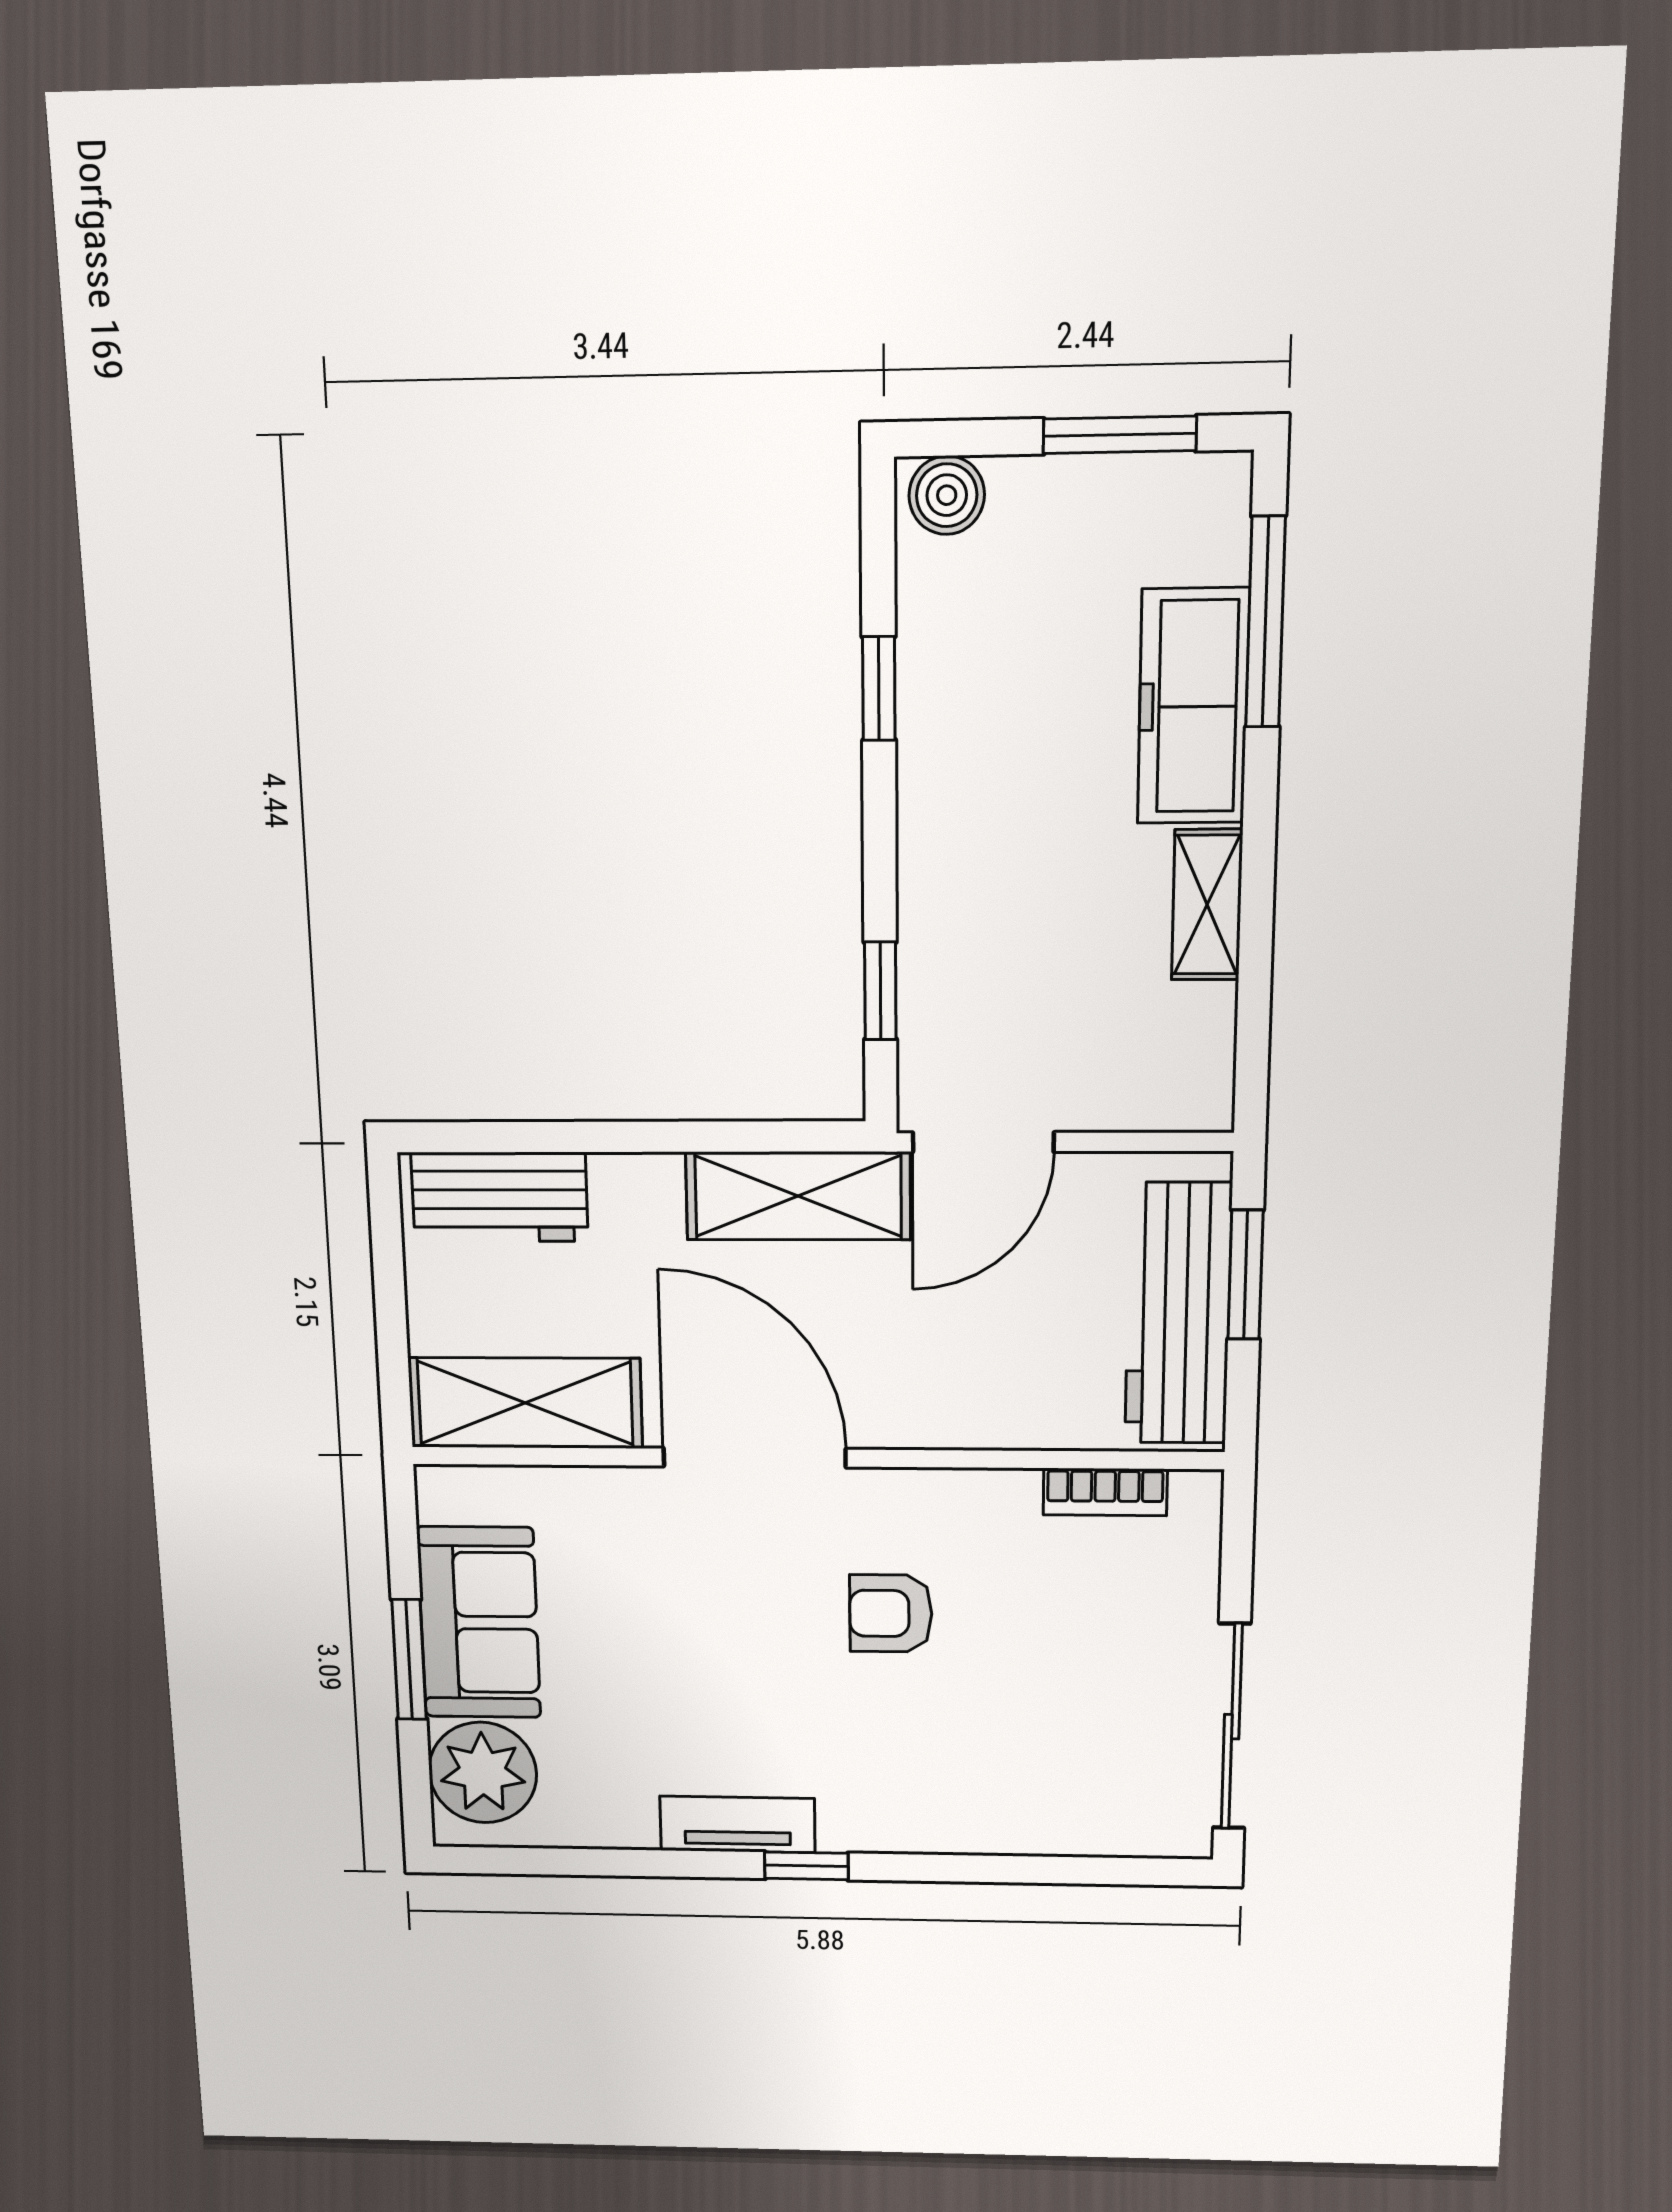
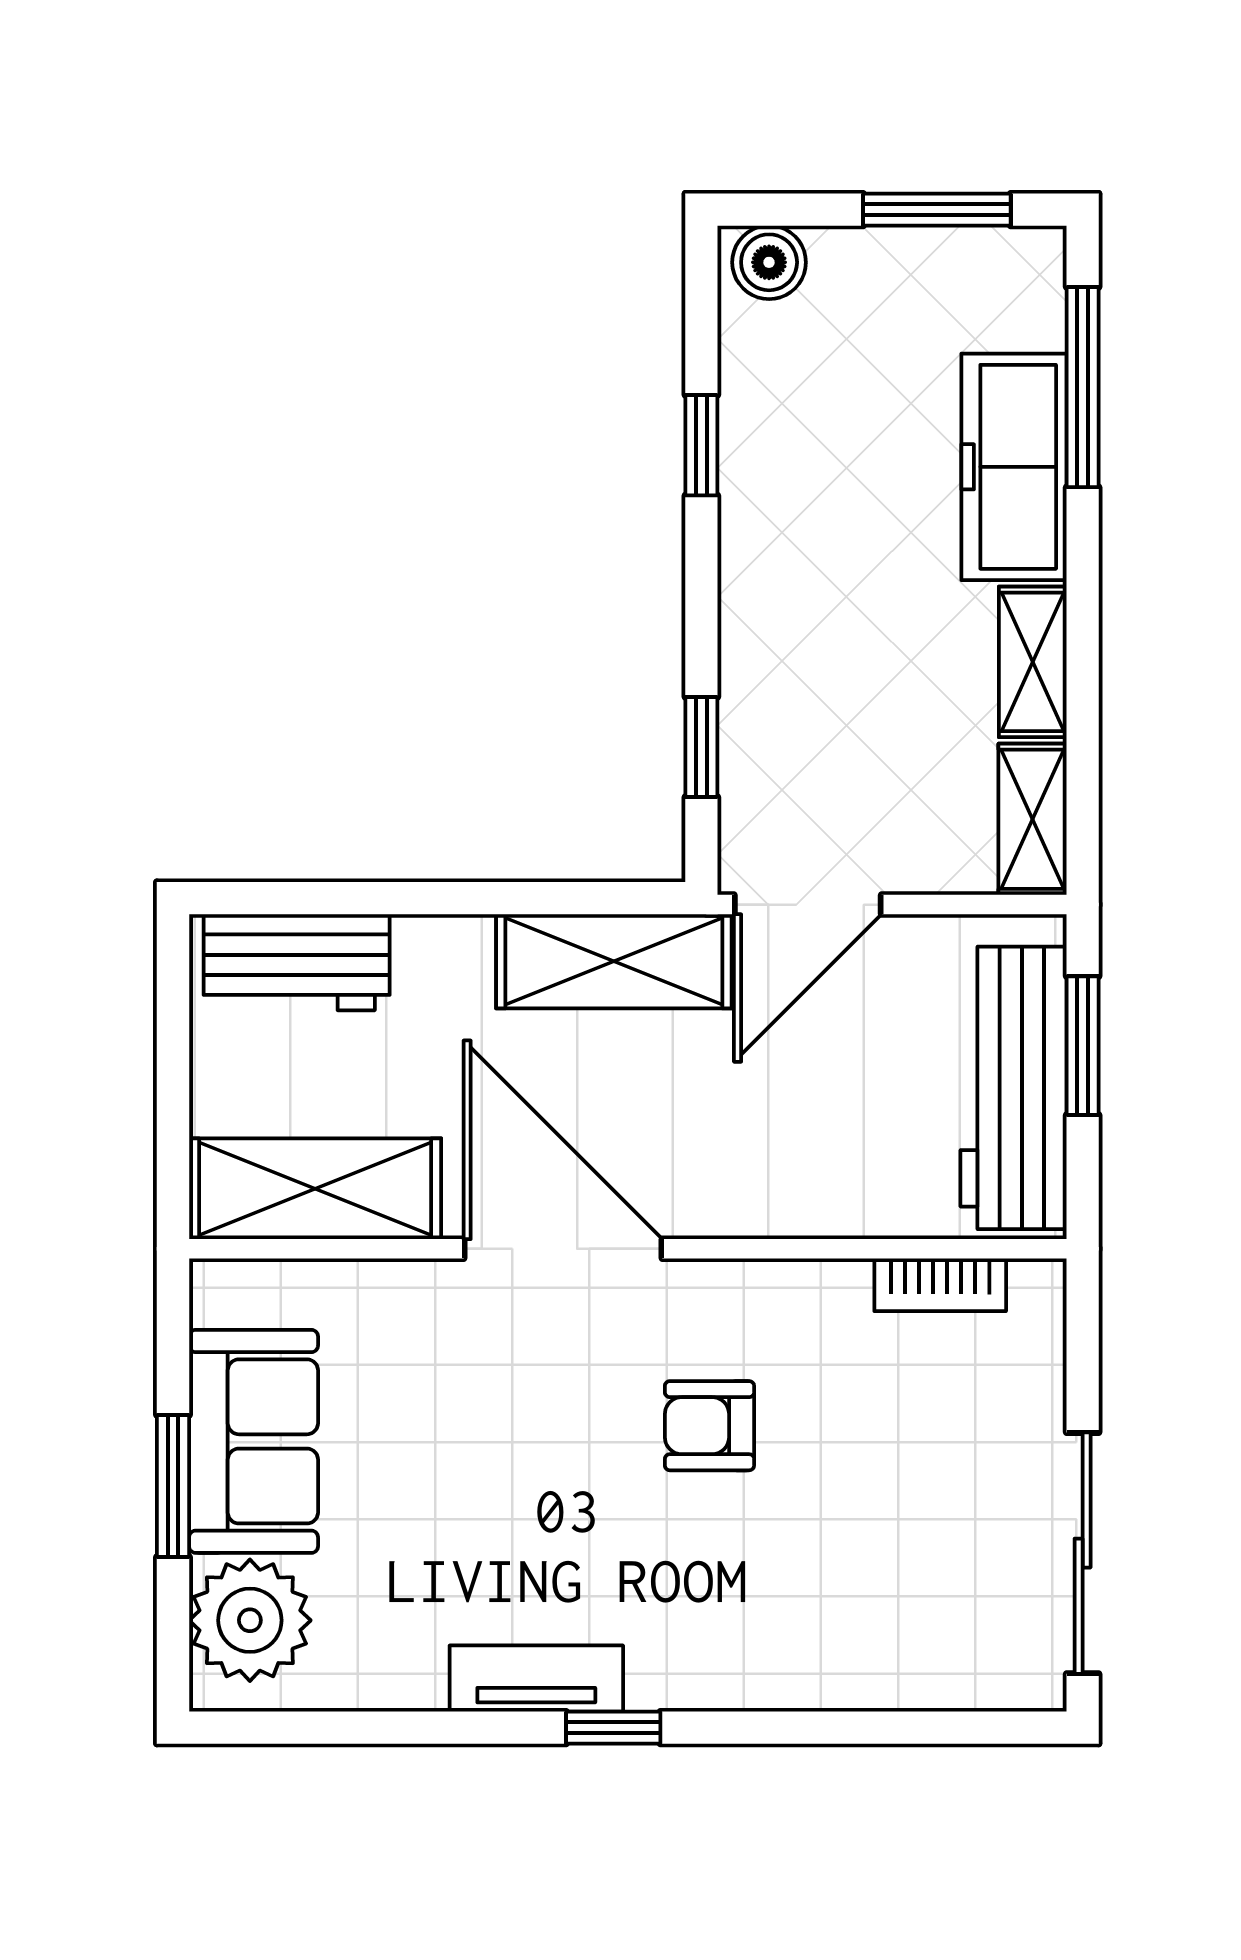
shelving: (1203, 1060) -> (1033, 819), added

